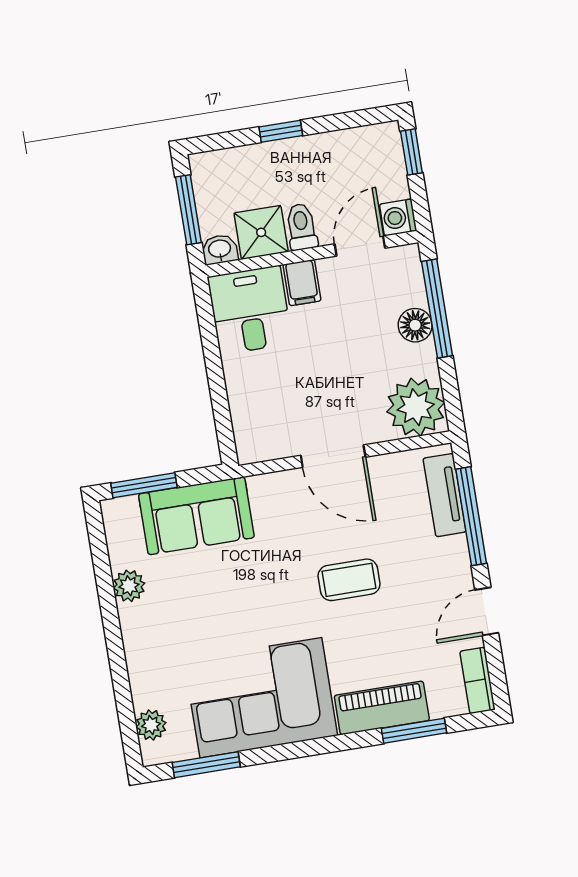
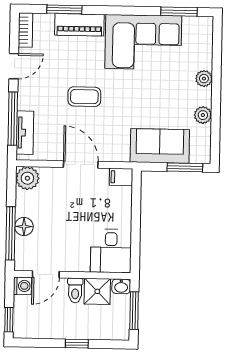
filing cabinet: (302, 283) -> (121, 177), moved, turned -90
plant: (416, 407) -> (27, 178), width x0.73, depth x0.73
plant: (151, 725) -> (204, 79), moved

